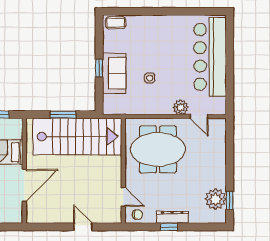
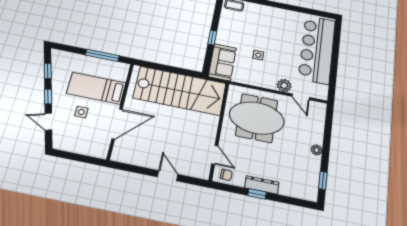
sofa: (114, 73) -> (222, 62), moved
window: (63, 115) -> (170, 69), removed
plant: (216, 199) -> (317, 150), moved, width x0.53, depth x0.53

